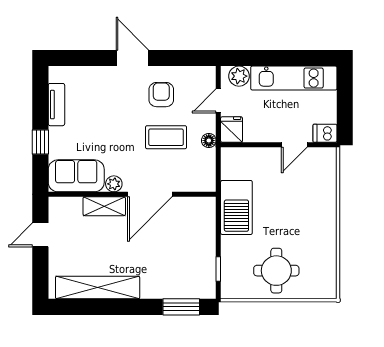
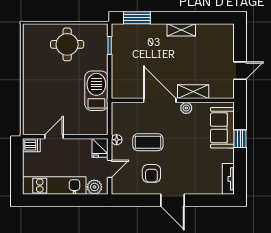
tv unit: (56, 105) -> (228, 179), moved
sofa: (76, 176) -> (222, 128), moved, turned 90
door: (150, 194) -> (160, 100), hinge flipped
shelving: (98, 288) -> (181, 30), width x0.45, depth x0.75

